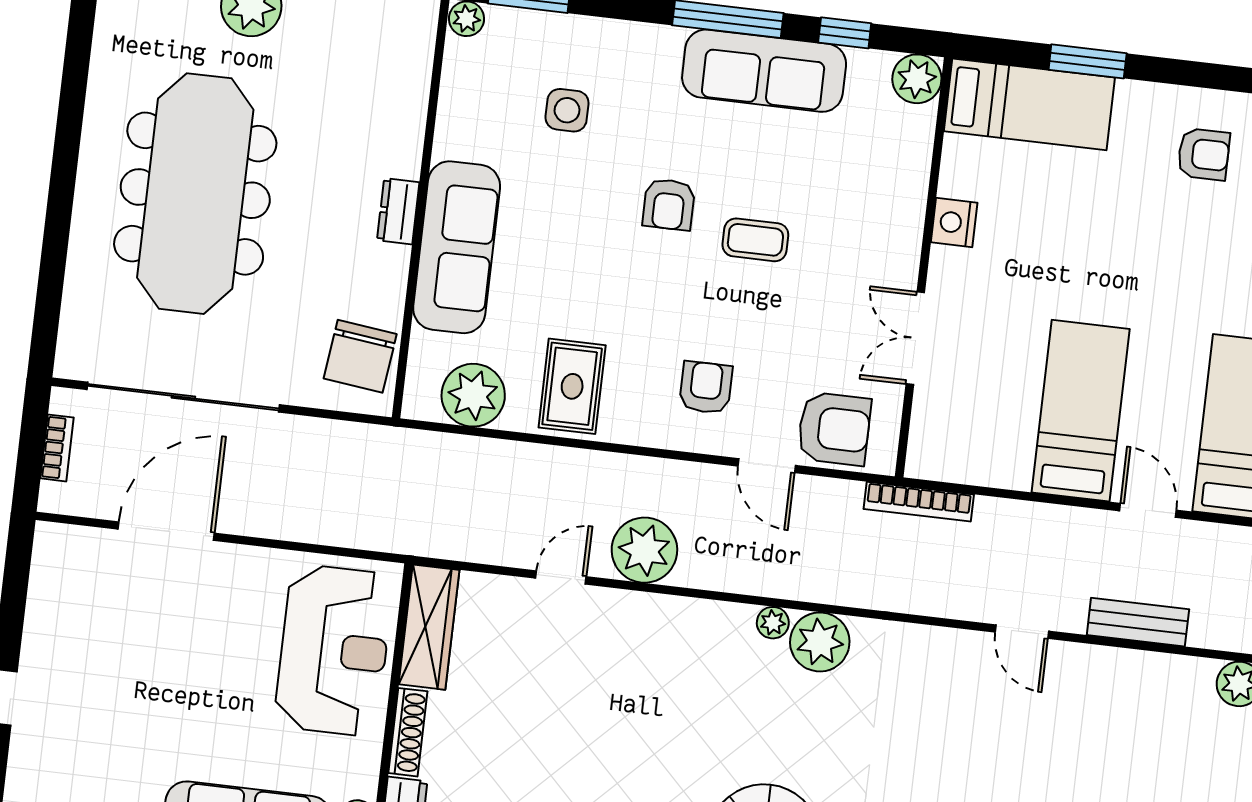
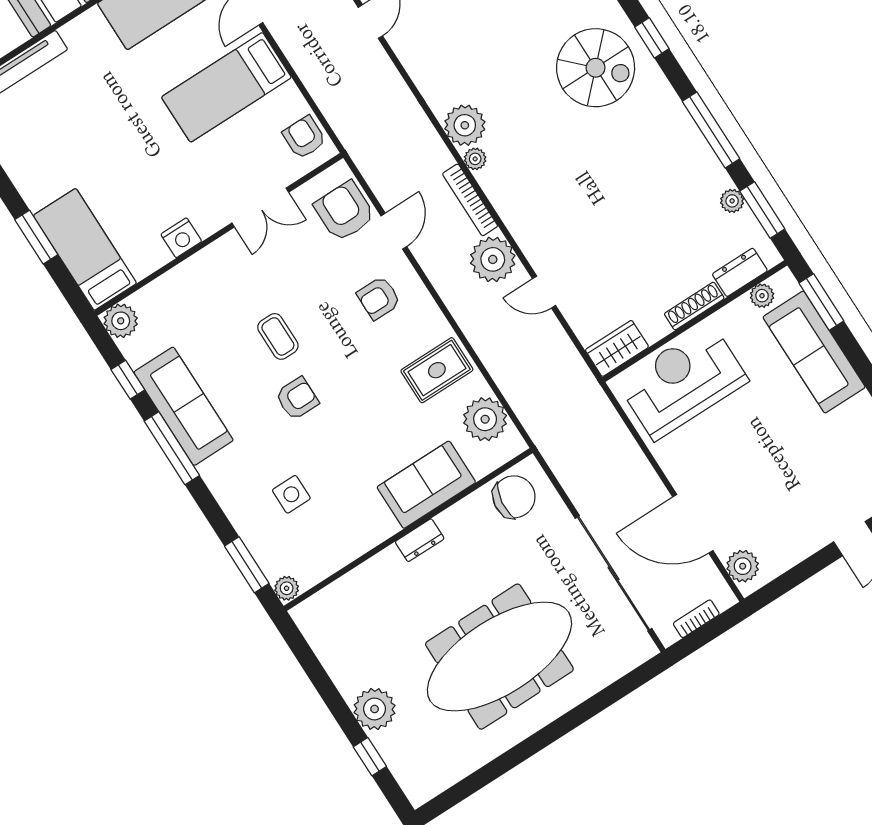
armchair: (1204, 154) -> (304, 137), moved
sofa: (457, 247) -> (426, 485), width x0.73
bookcase: (919, 502) -> (470, 200), moved, turned 180
plant: (73, 548) -> (743, 566), added
wardrobe: (429, 627) -> (617, 348), width x0.67

